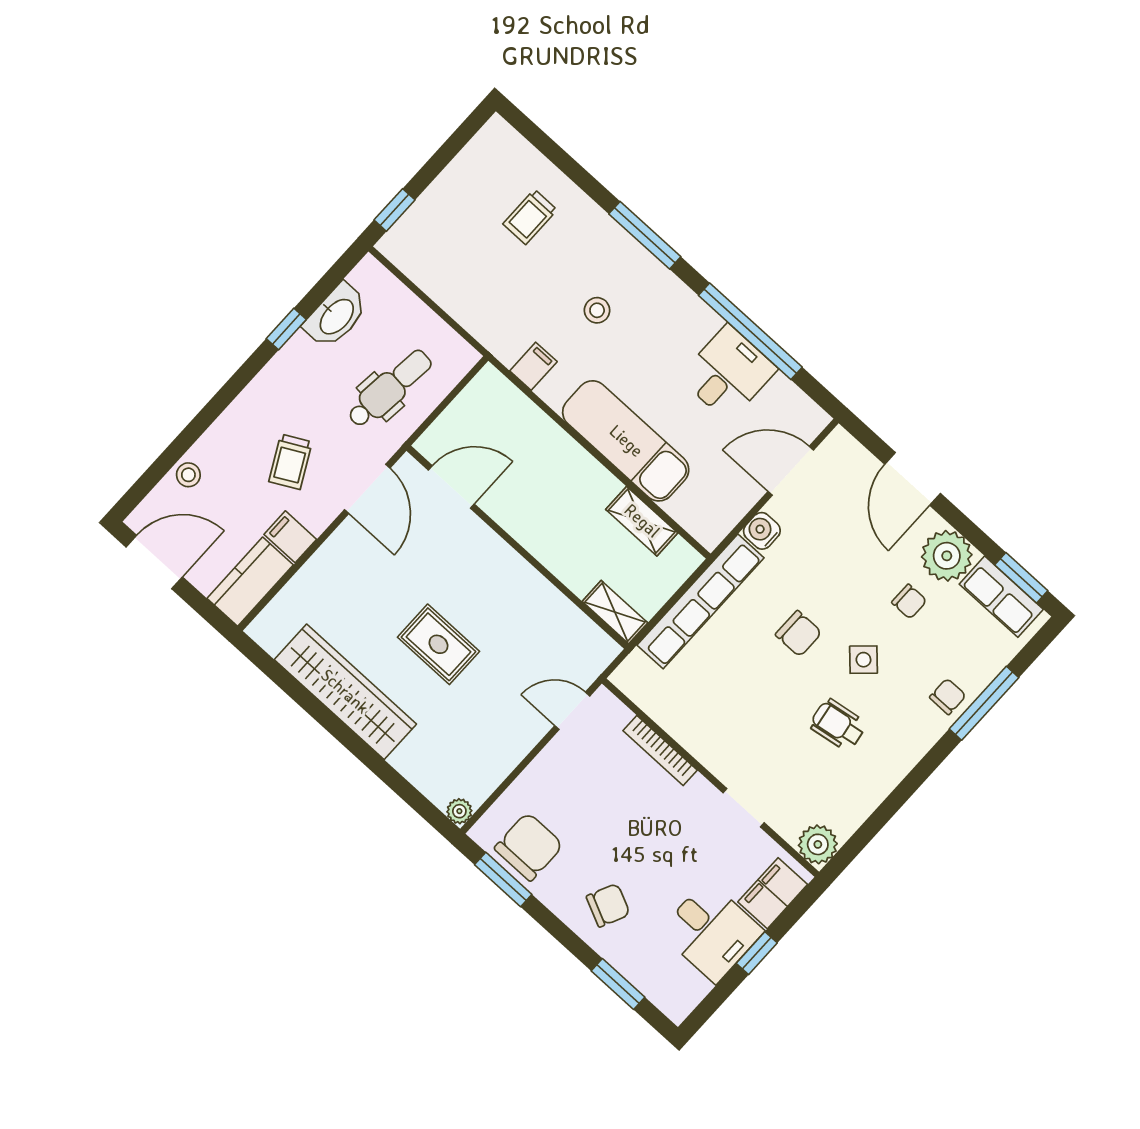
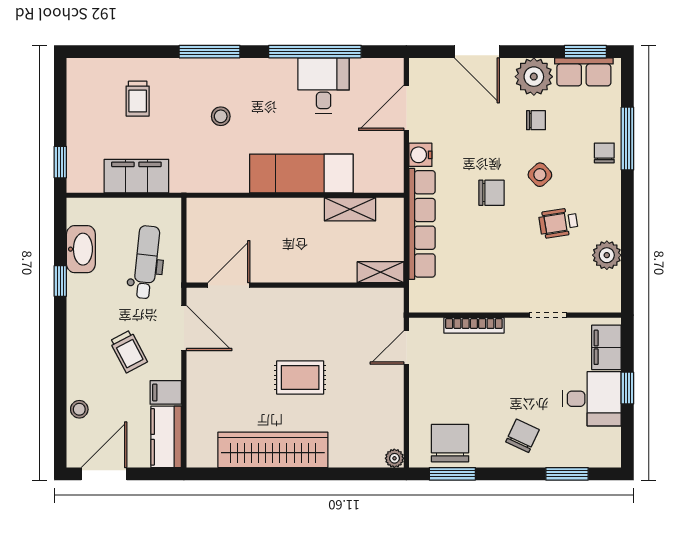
filing cabinet: (533, 366) -> (136, 176), moved, width x3.00, depth x1.17
plant: (818, 844) -> (607, 255), moved

